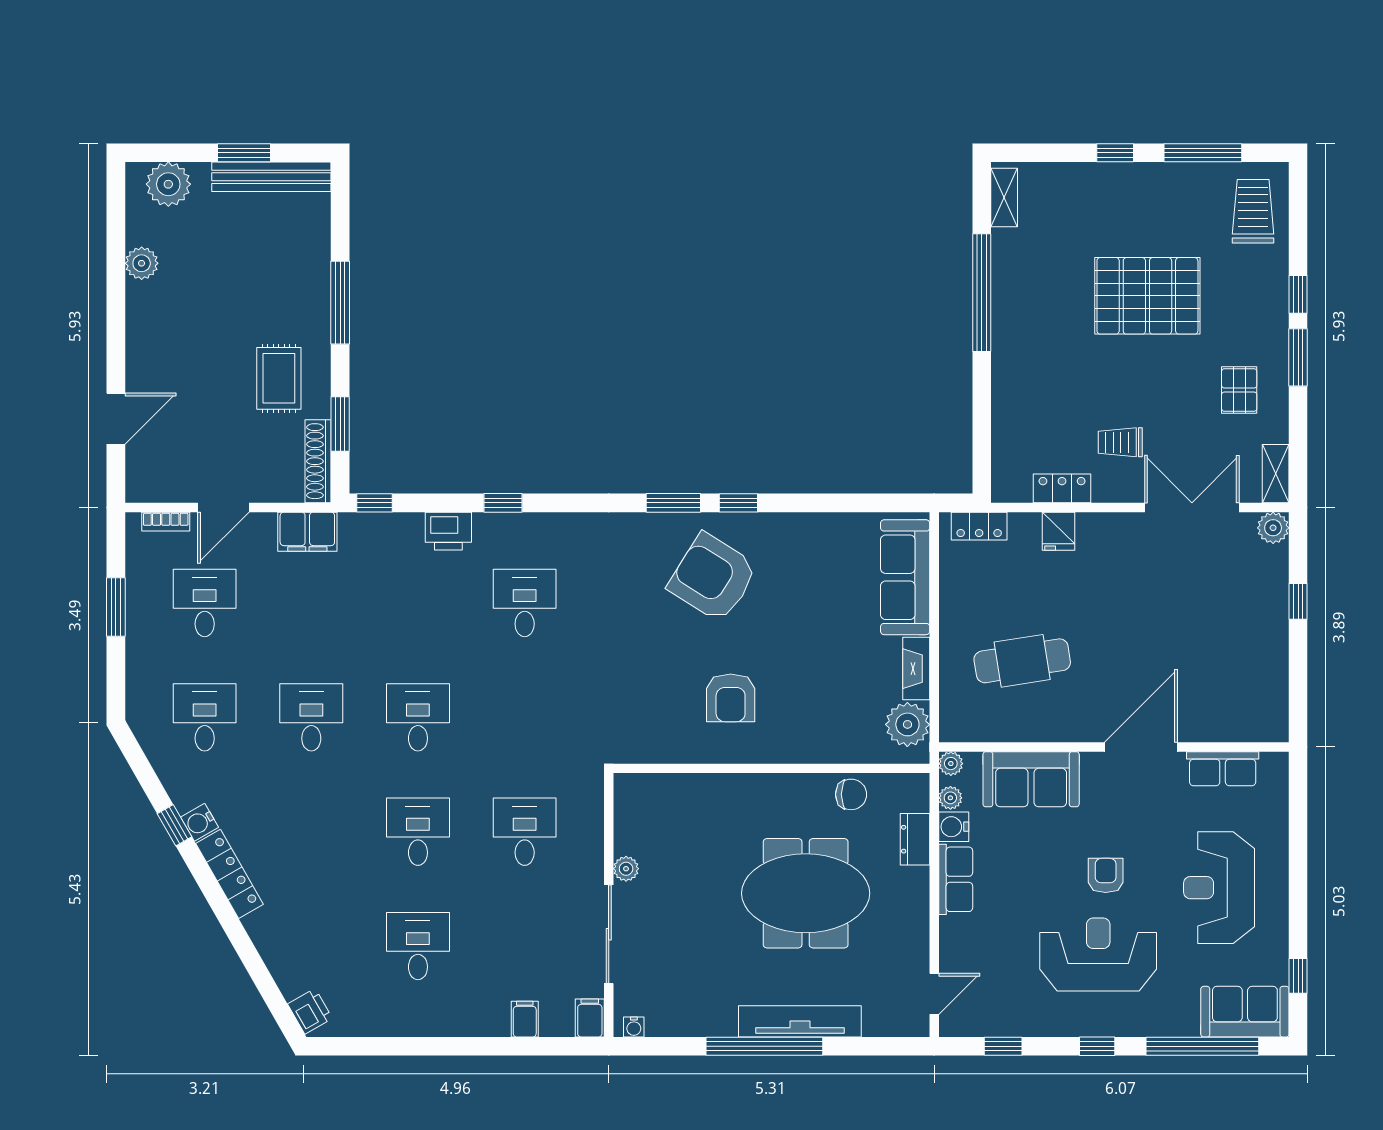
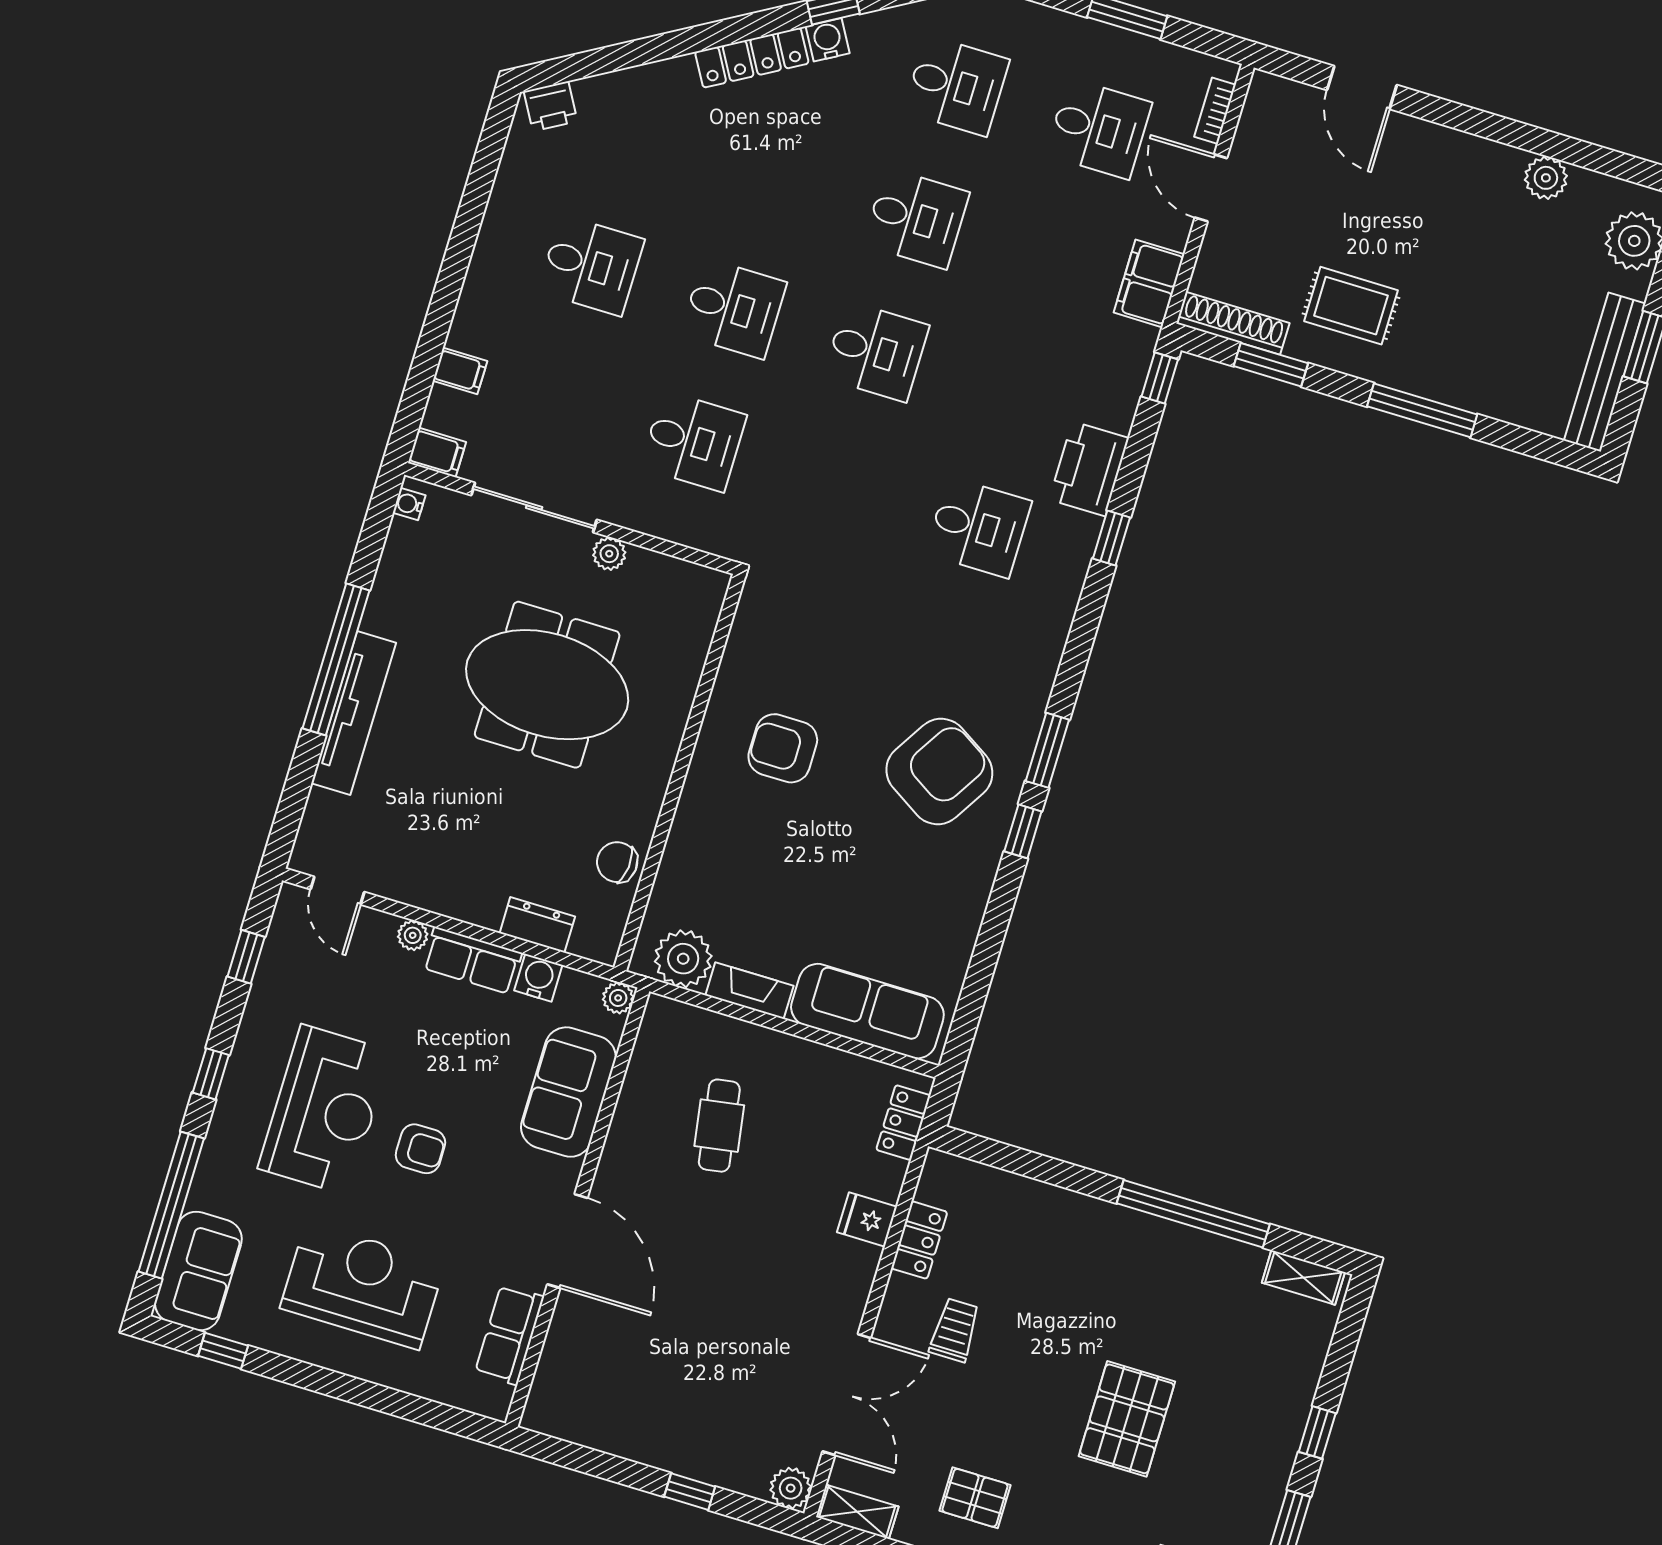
pallet: (1147, 296) -> (1127, 1419), width x0.73, depth x0.71
printer: (448, 531) -> (1089, 469), width x1.37, depth x1.19
cafe table: (1022, 661) -> (719, 1126), width x0.73, depth x0.74
chair: (851, 794) -> (617, 862), turned 95
plant: (950, 798) -> (413, 935), moved
meeting table: (806, 893) -> (547, 685), moved, turned 90

